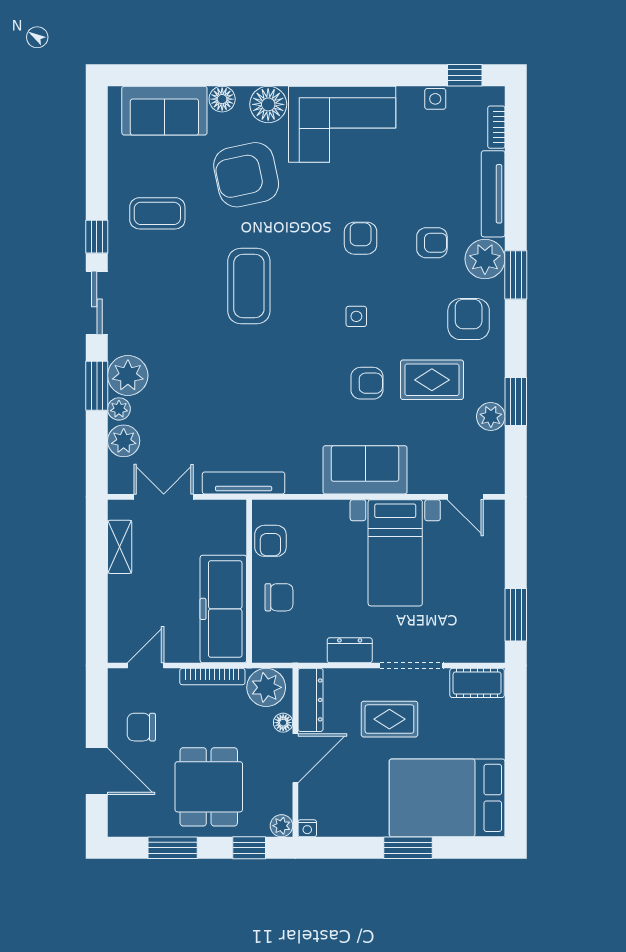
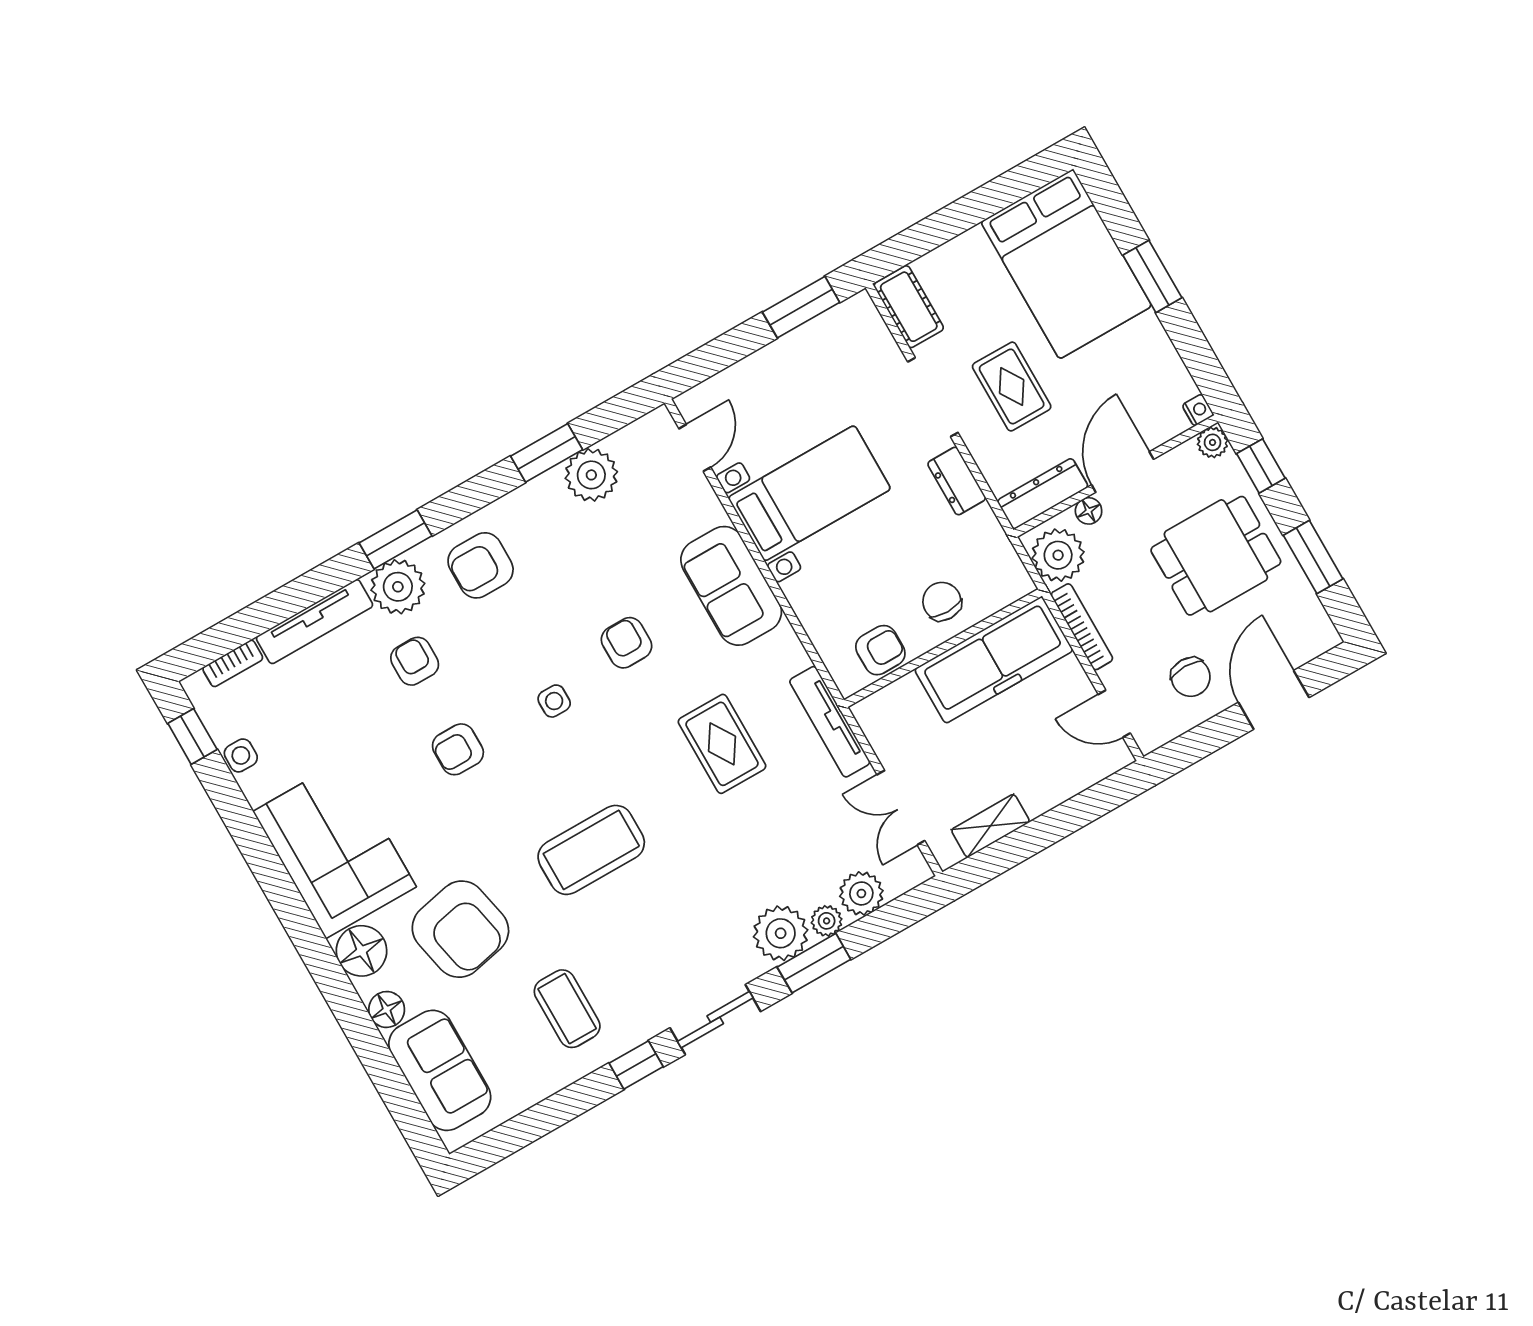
rug: (432, 380) -> (722, 744), moved
plant: (491, 417) -> (591, 475), width x1.36, depth x1.36
door: (295, 758) -> (1123, 472), hinge flipped

